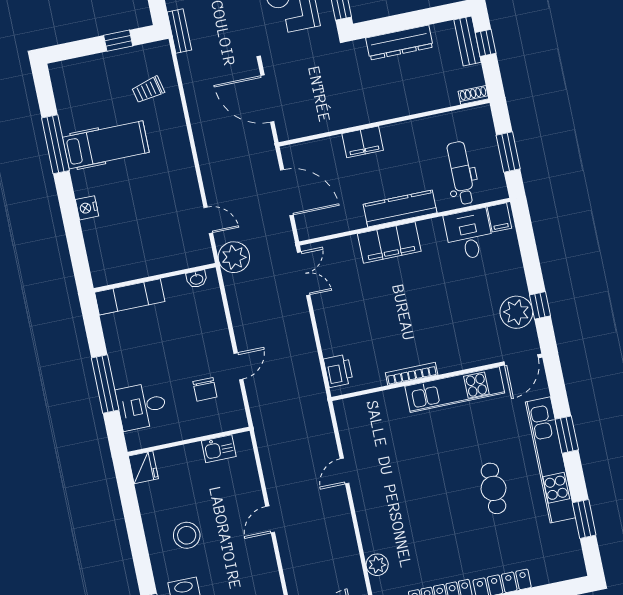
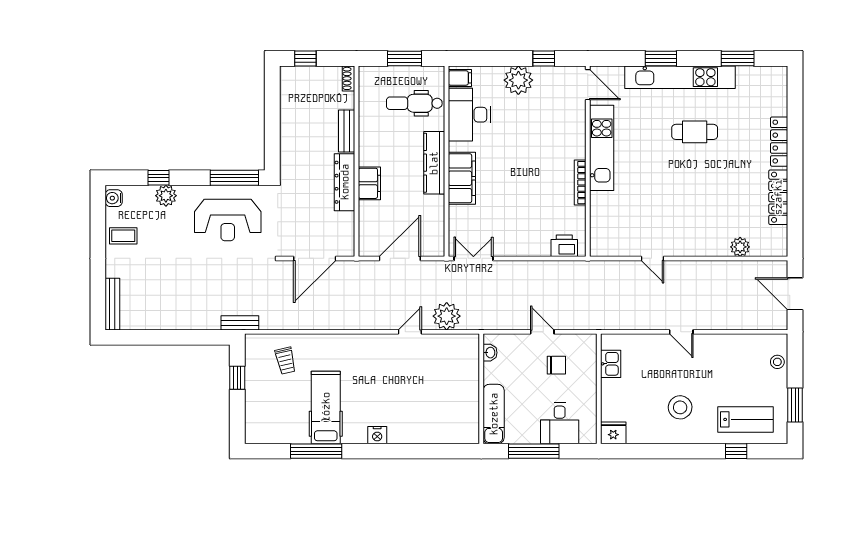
bench: (468, 41) -> (347, 131), moved, turned 90
dresser: (399, 43) -> (345, 182), moved, turned 180
desk: (469, 234) -> (469, 115), width x1.37
wall: (155, 278) -> (481, 389), moved
washbasin: (197, 279) -> (490, 353), moved
exam couch: (130, 297) -> (494, 414), moved
plant: (516, 312) -> (518, 80), moved

